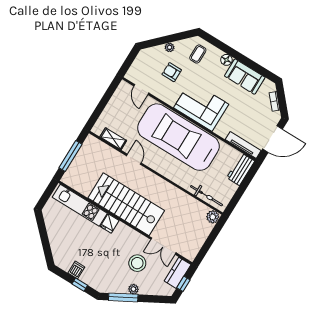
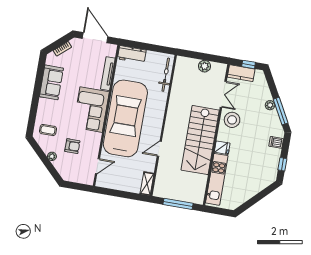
floor lamp: (226, 60) -> (43, 104), removed
armchair: (172, 72) -> (72, 146), turned -90
car: (178, 137) -> (125, 118), turned 180
shelving: (113, 139) -> (147, 184), moved
tv unit: (243, 145) -> (108, 74), moved
plant: (213, 217) -> (205, 66), moved
stool: (137, 263) -> (232, 120), moved
dishwasher: (76, 270) -> (276, 142), moved
window: (80, 285) -> (282, 164), moved

